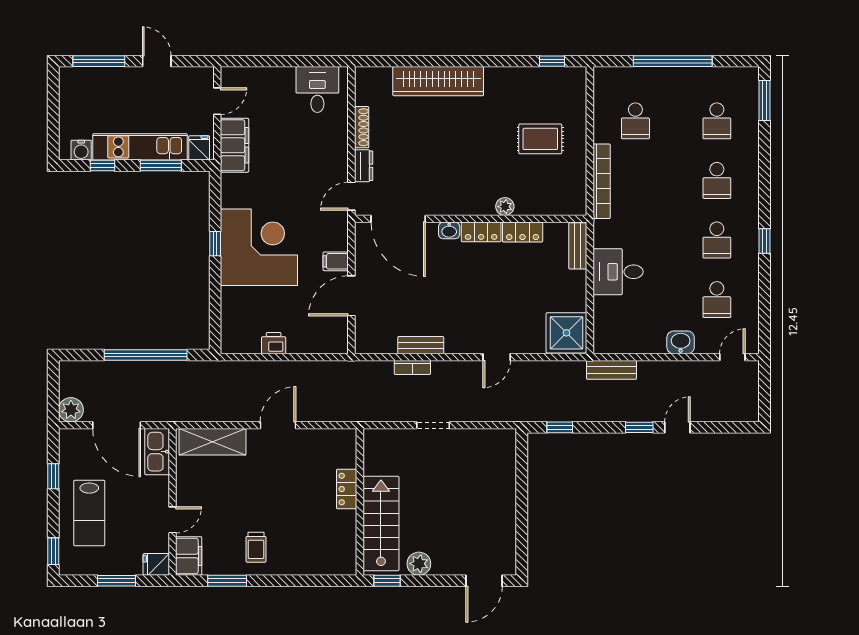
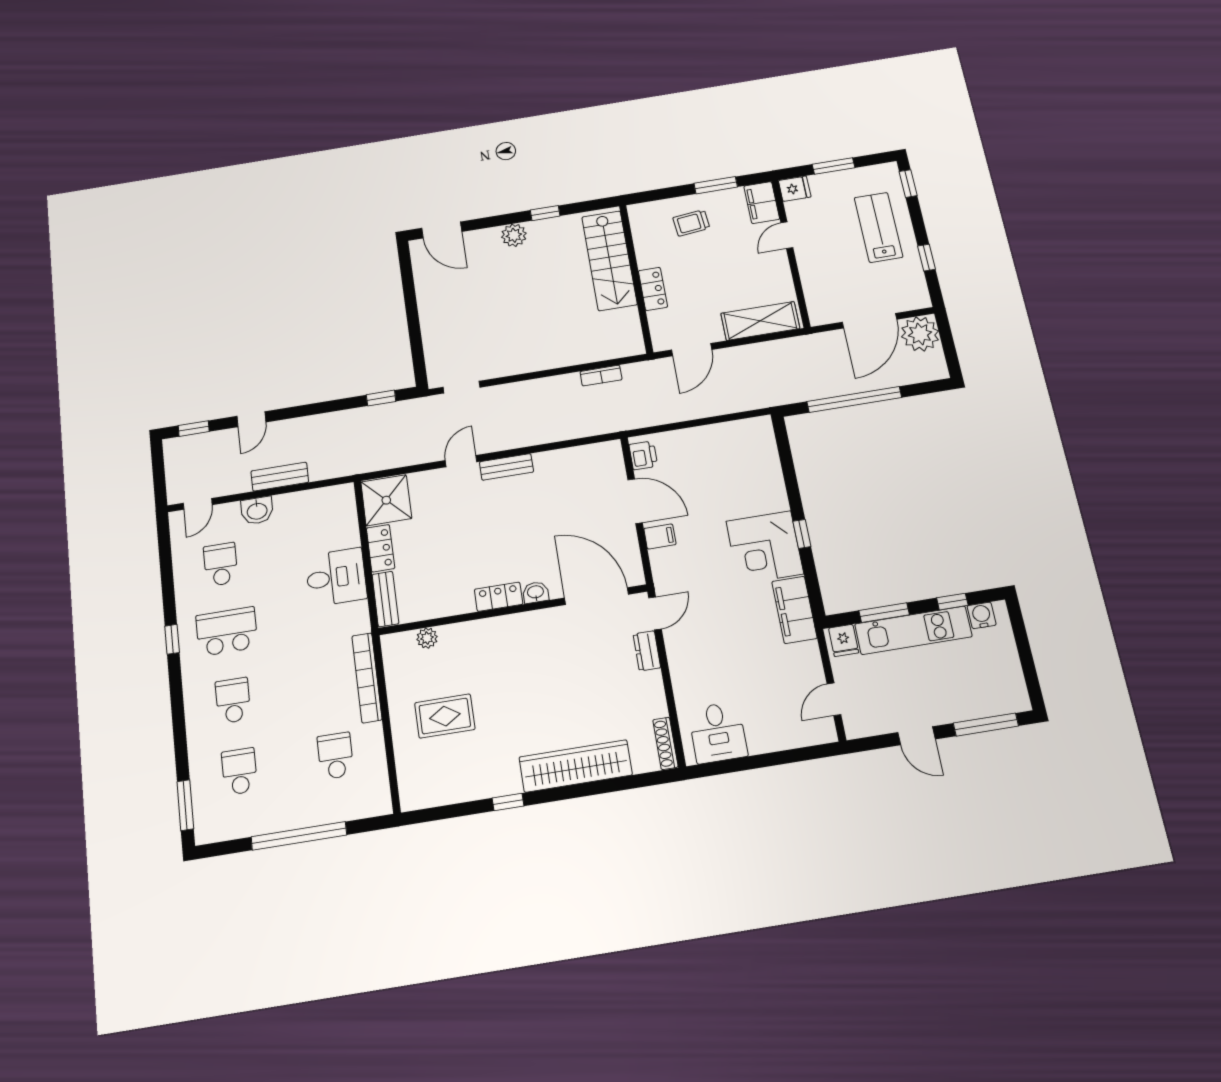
window: (552, 61) -> (508, 802), moved
shoe rack: (362, 127) -> (665, 743), moved
filing cabinet: (234, 145) -> (794, 610), moved
plant: (505, 207) -> (427, 638), moved
locker: (523, 232) -> (381, 548), moved, turned 90
school desk: (717, 240) -> (227, 631), width x1.85
corner desk: (259, 247) -> (765, 547), width x0.74, depth x0.74
door: (351, 296) -> (635, 501), hinge flipped
printer: (274, 343) -> (643, 455), moved, turned -90
bench: (421, 345) -> (506, 467), moved
bookcase: (412, 367) -> (601, 376), moved, turned 180
bench: (611, 370) -> (280, 477), moved
plant: (71, 410) -> (920, 334), width x1.36, depth x1.36
door: (117, 425) -> (870, 321), swing flipped
doorway: (433, 425) -> (462, 387), moved
window: (639, 427) -> (194, 429), moved
kitchen sink: (157, 452) -> (819, 301), removed
locker: (347, 489) -> (653, 289), moved
wall: (360, 502) -> (636, 278), moved
stairs: (381, 523) -> (609, 260), moved
trolley: (256, 547) -> (691, 223), turned -96
door: (484, 581) -> (442, 230), swing flipped

